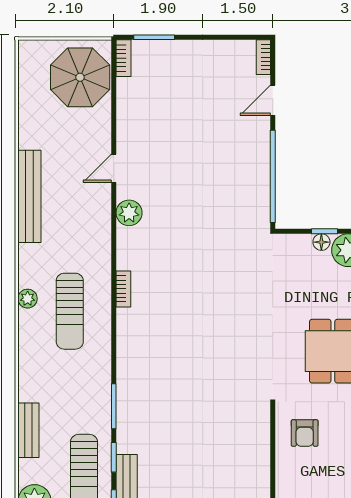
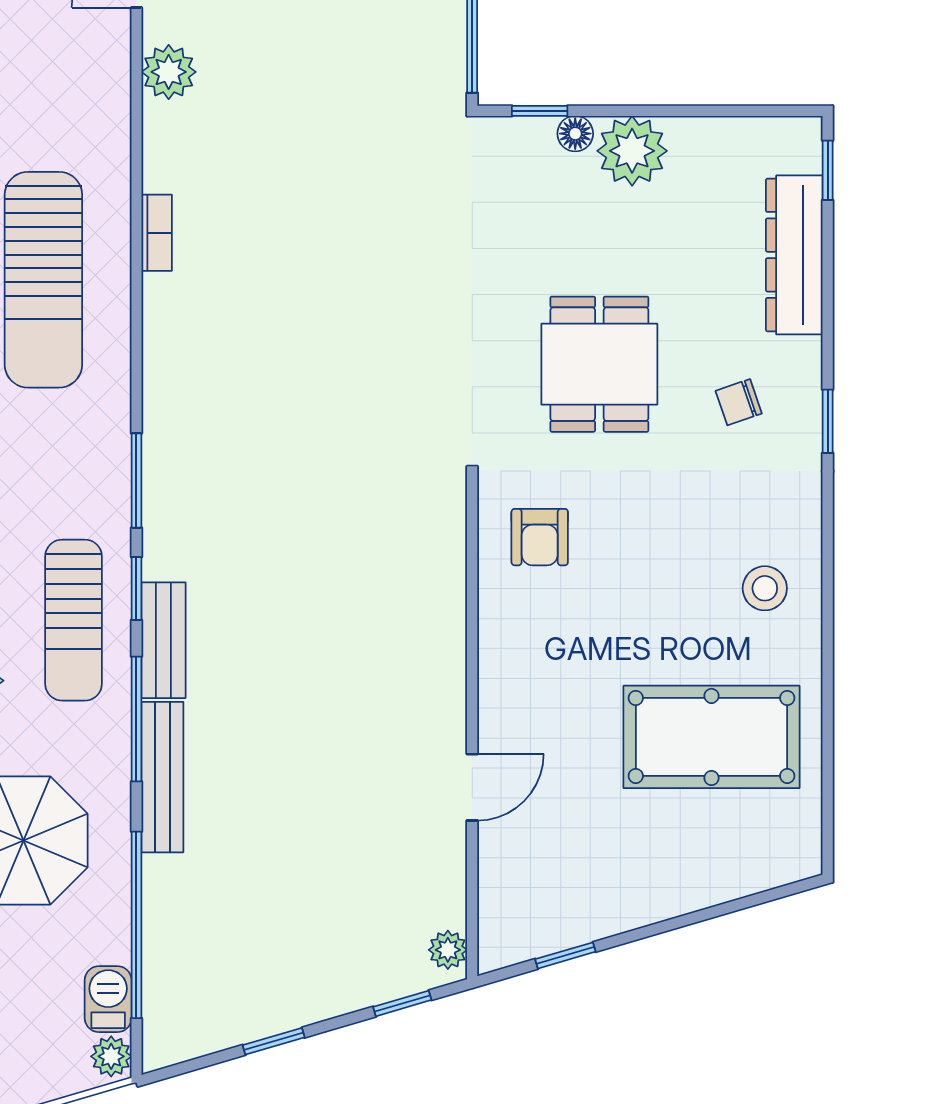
window: (325, 231) -> (540, 111), moved
sun lounger: (70, 311) -> (43, 280), width x1.36, depth x1.34

